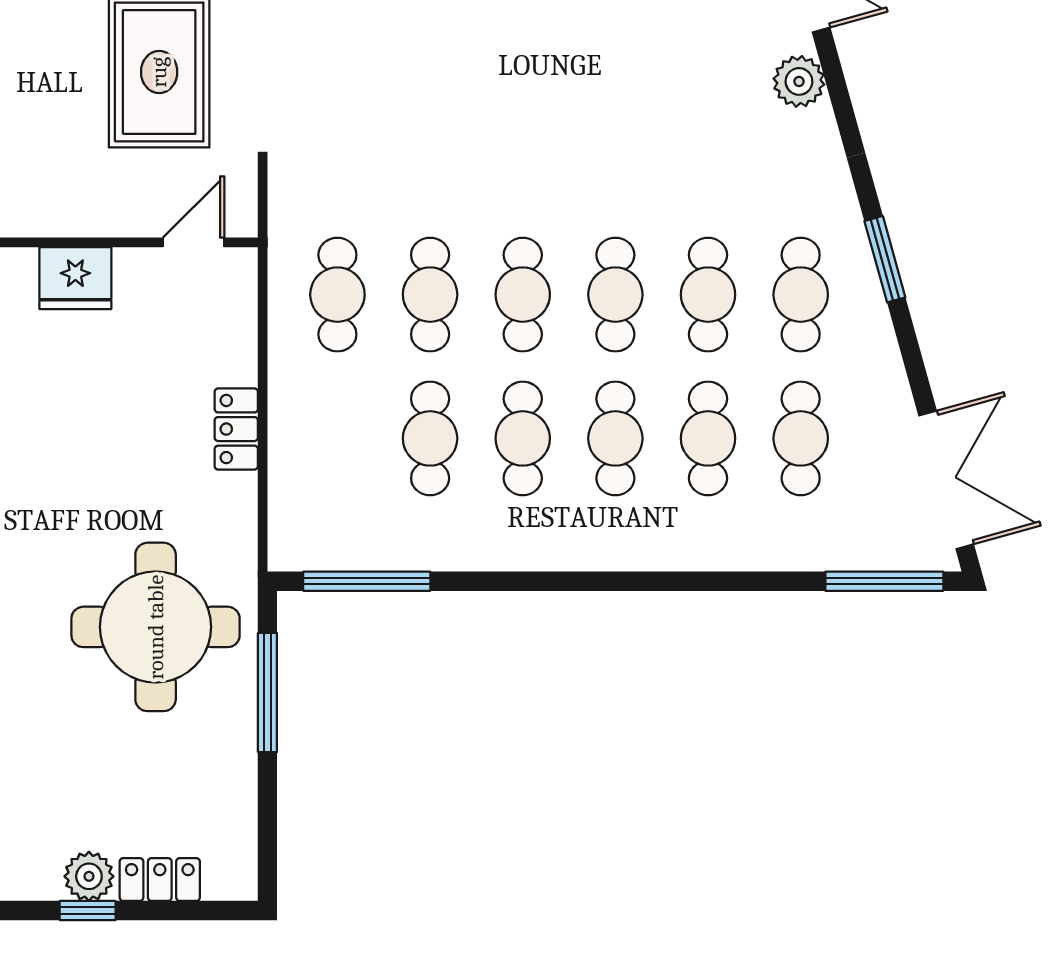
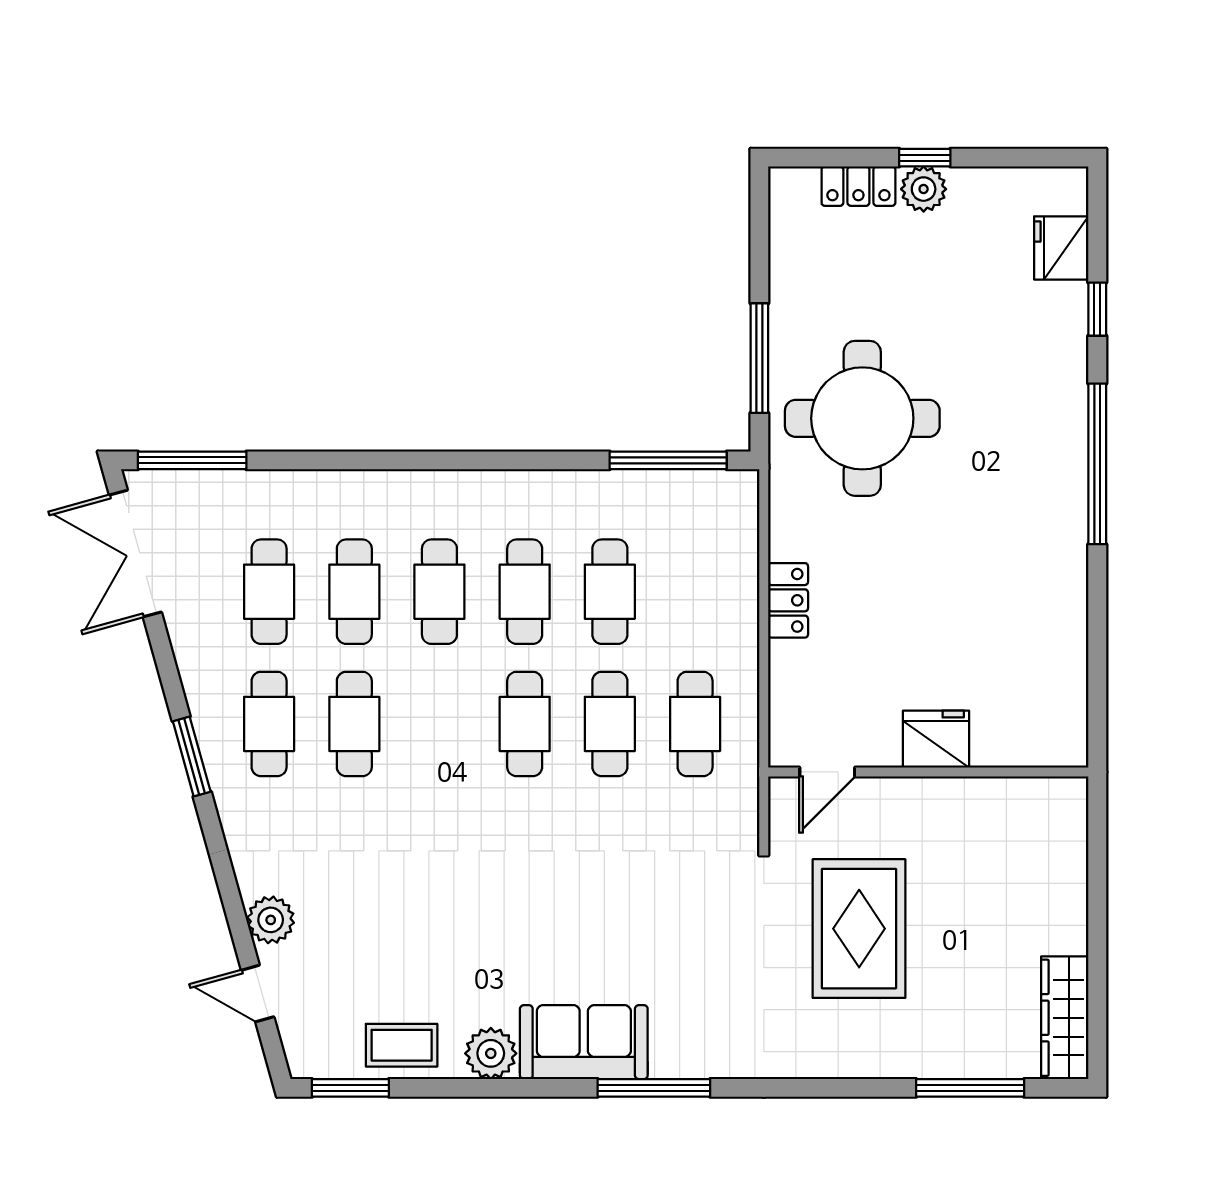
cafe table: (615, 295) -> (439, 724), removed

